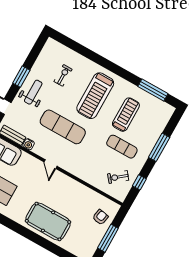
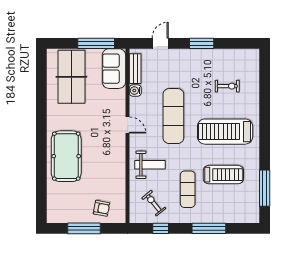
weight bench: (33, 92) -> (150, 165), moved
door: (50, 164) -> (128, 125), swing flipped

